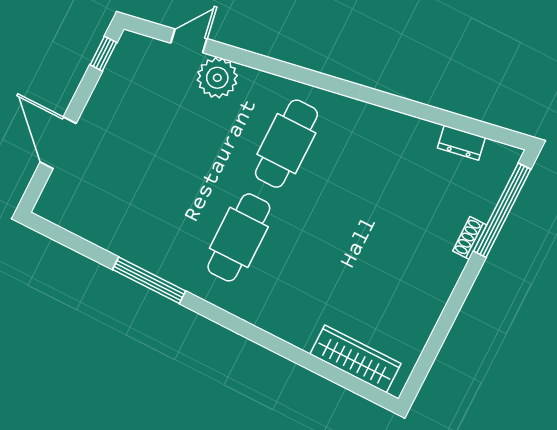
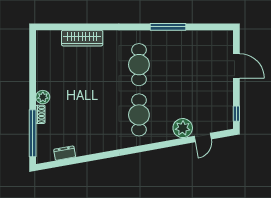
plant: (449, 268) -> (43, 97), added
wardrobe: (356, 359) -> (82, 38), moved

